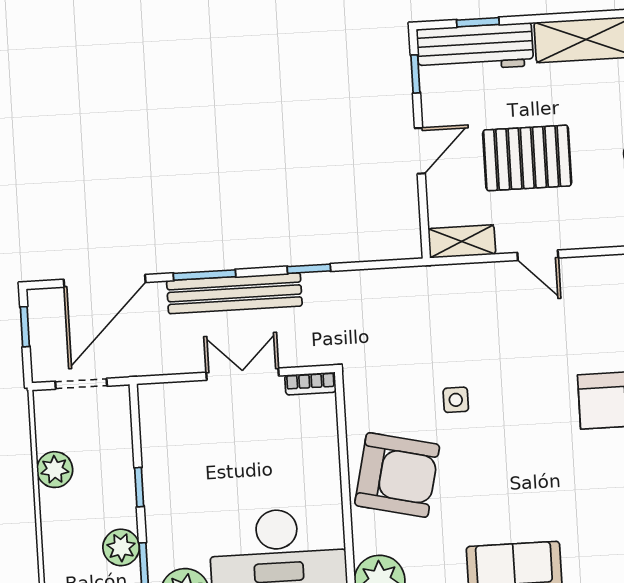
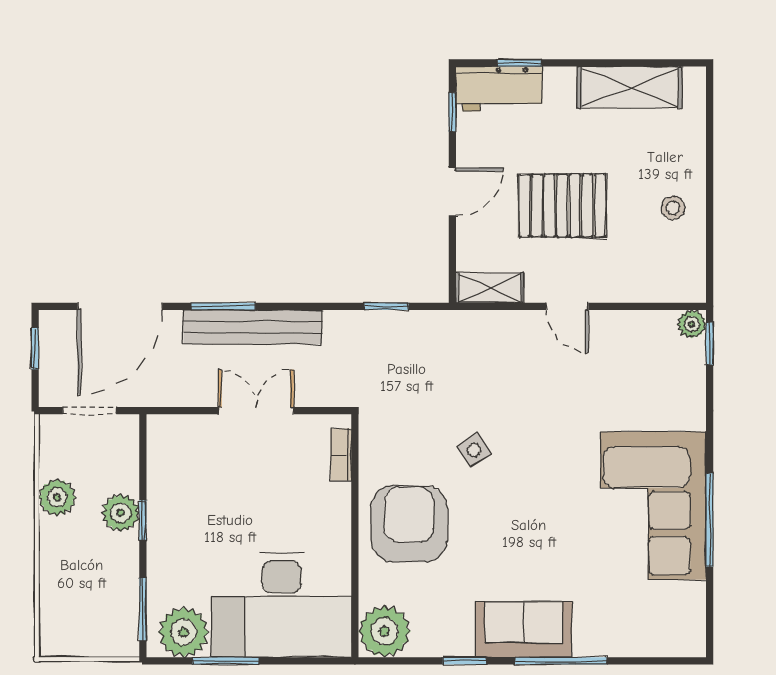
workbench: (475, 47) -> (499, 89), width x0.73
window: (309, 269) -> (386, 306), moved
bookcase: (310, 384) -> (341, 455), moved, turned 90
side table: (456, 400) -> (474, 450), turned -34
armchair: (397, 475) -> (409, 524), turned -103
plant: (121, 547) -> (121, 513), moved

